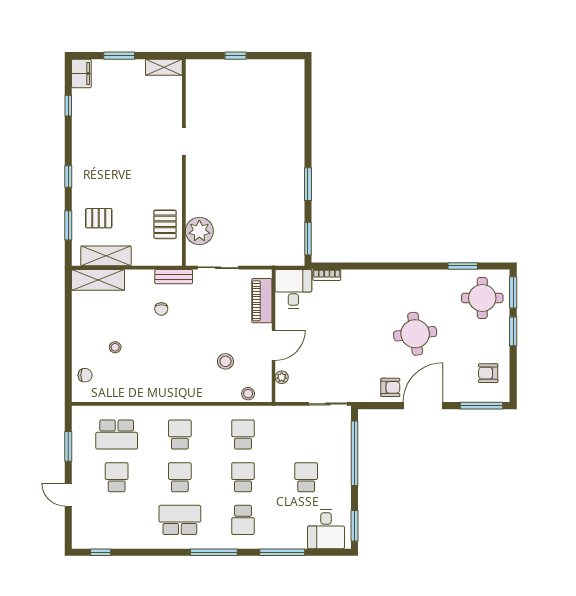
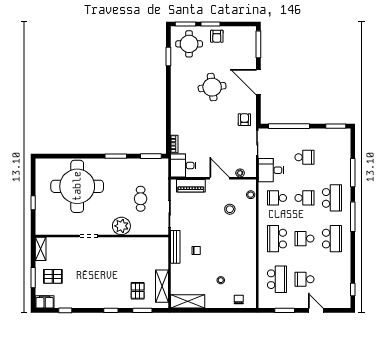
round table: (261, 124) -> (77, 186), added
cafe table: (242, 223) -> (141, 199), added
pallet: (165, 224) -> (53, 276), moved
plant: (199, 231) -> (121, 226), moved
bench: (174, 277) -> (175, 247), width x1.36
shelving: (98, 280) -> (188, 301), moved, turned 90
armchair: (488, 373) -> (217, 36), moved
armchair: (390, 387) -> (244, 120), moved
school desk: (180, 435) -> (277, 239), width x1.85
school desk: (243, 477) -> (304, 198), turned 180
school desk: (306, 477) -> (304, 157), turned 180
door: (68, 495) -> (316, 310), swing flipped
school desk: (180, 520) -> (332, 239), turned 180
school desk: (243, 520) -> (332, 198), width x1.85
desk: (326, 529) -> (271, 170), moved, turned 180

